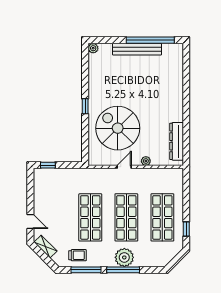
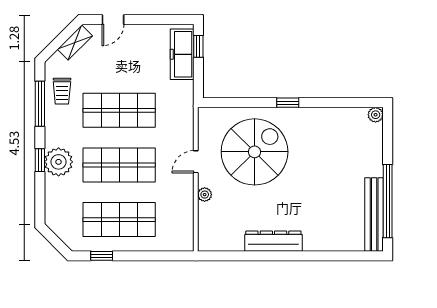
bench: (137, 49) -> (374, 214), moved
dresser: (177, 141) -> (273, 241), moved
door: (124, 167) -> (196, 162), swing flipped
freezer: (53, 176) -> (182, 54), added
window: (123, 270) -> (40, 160), width x0.46

